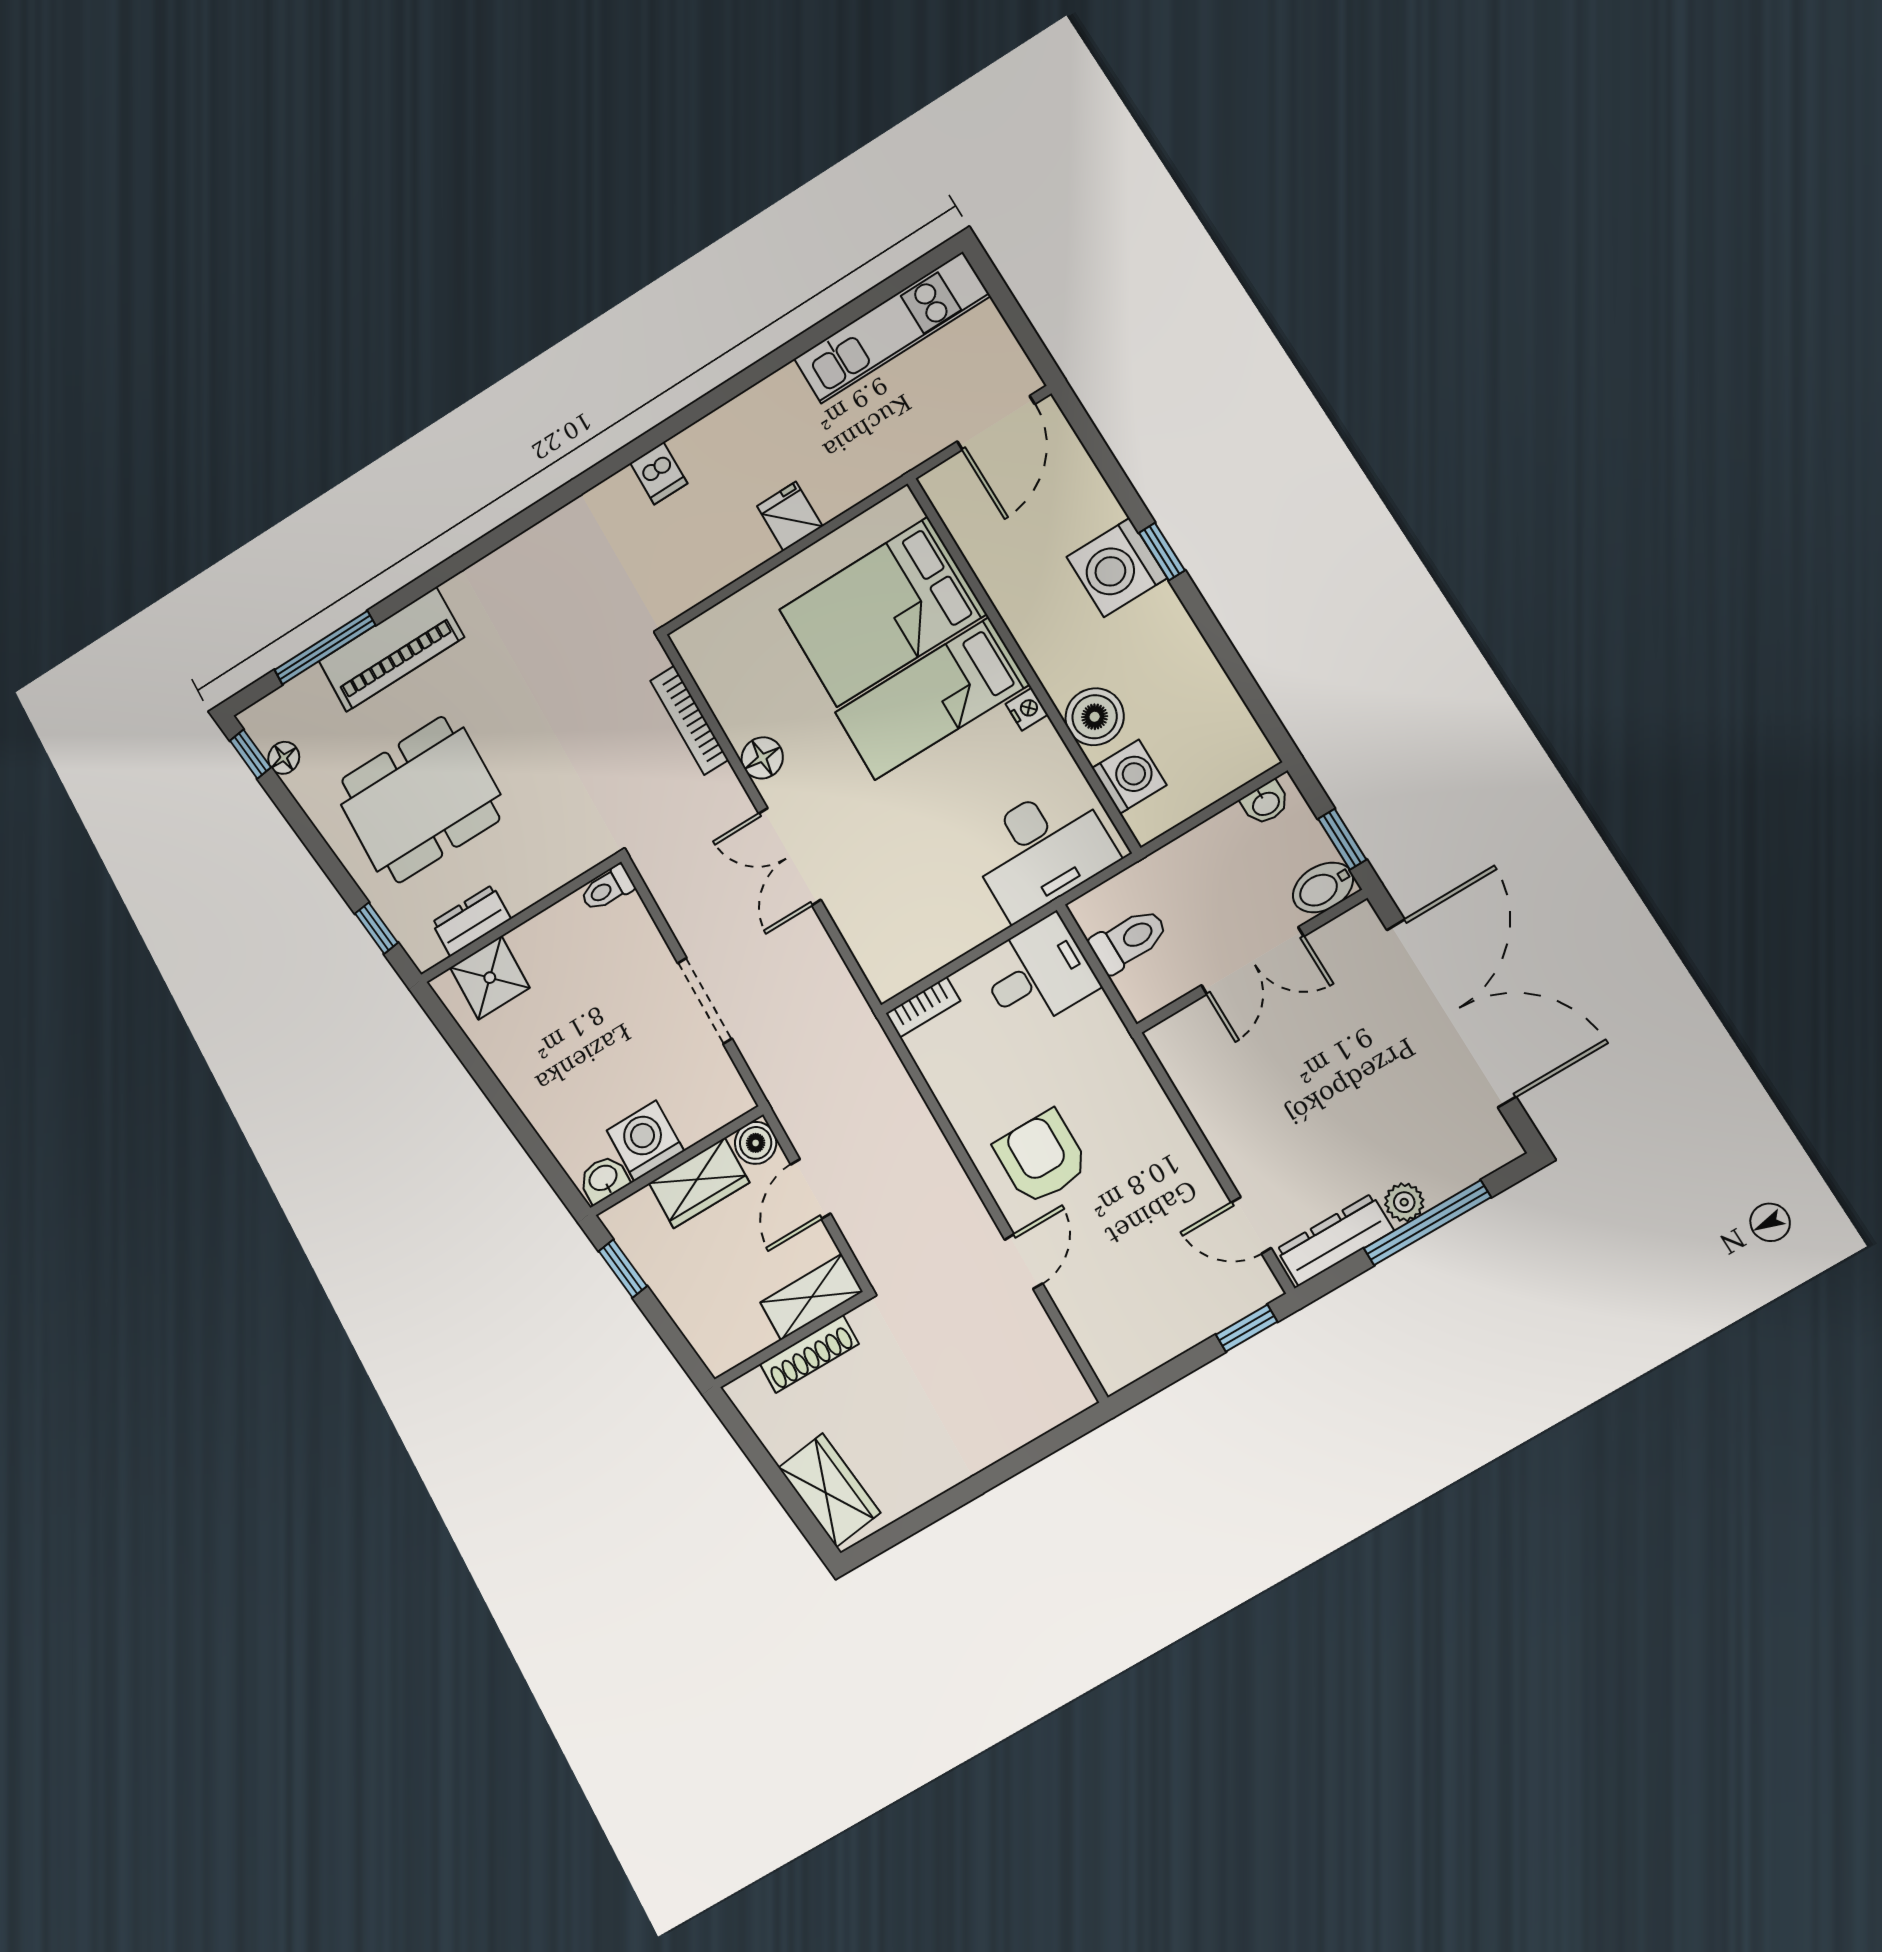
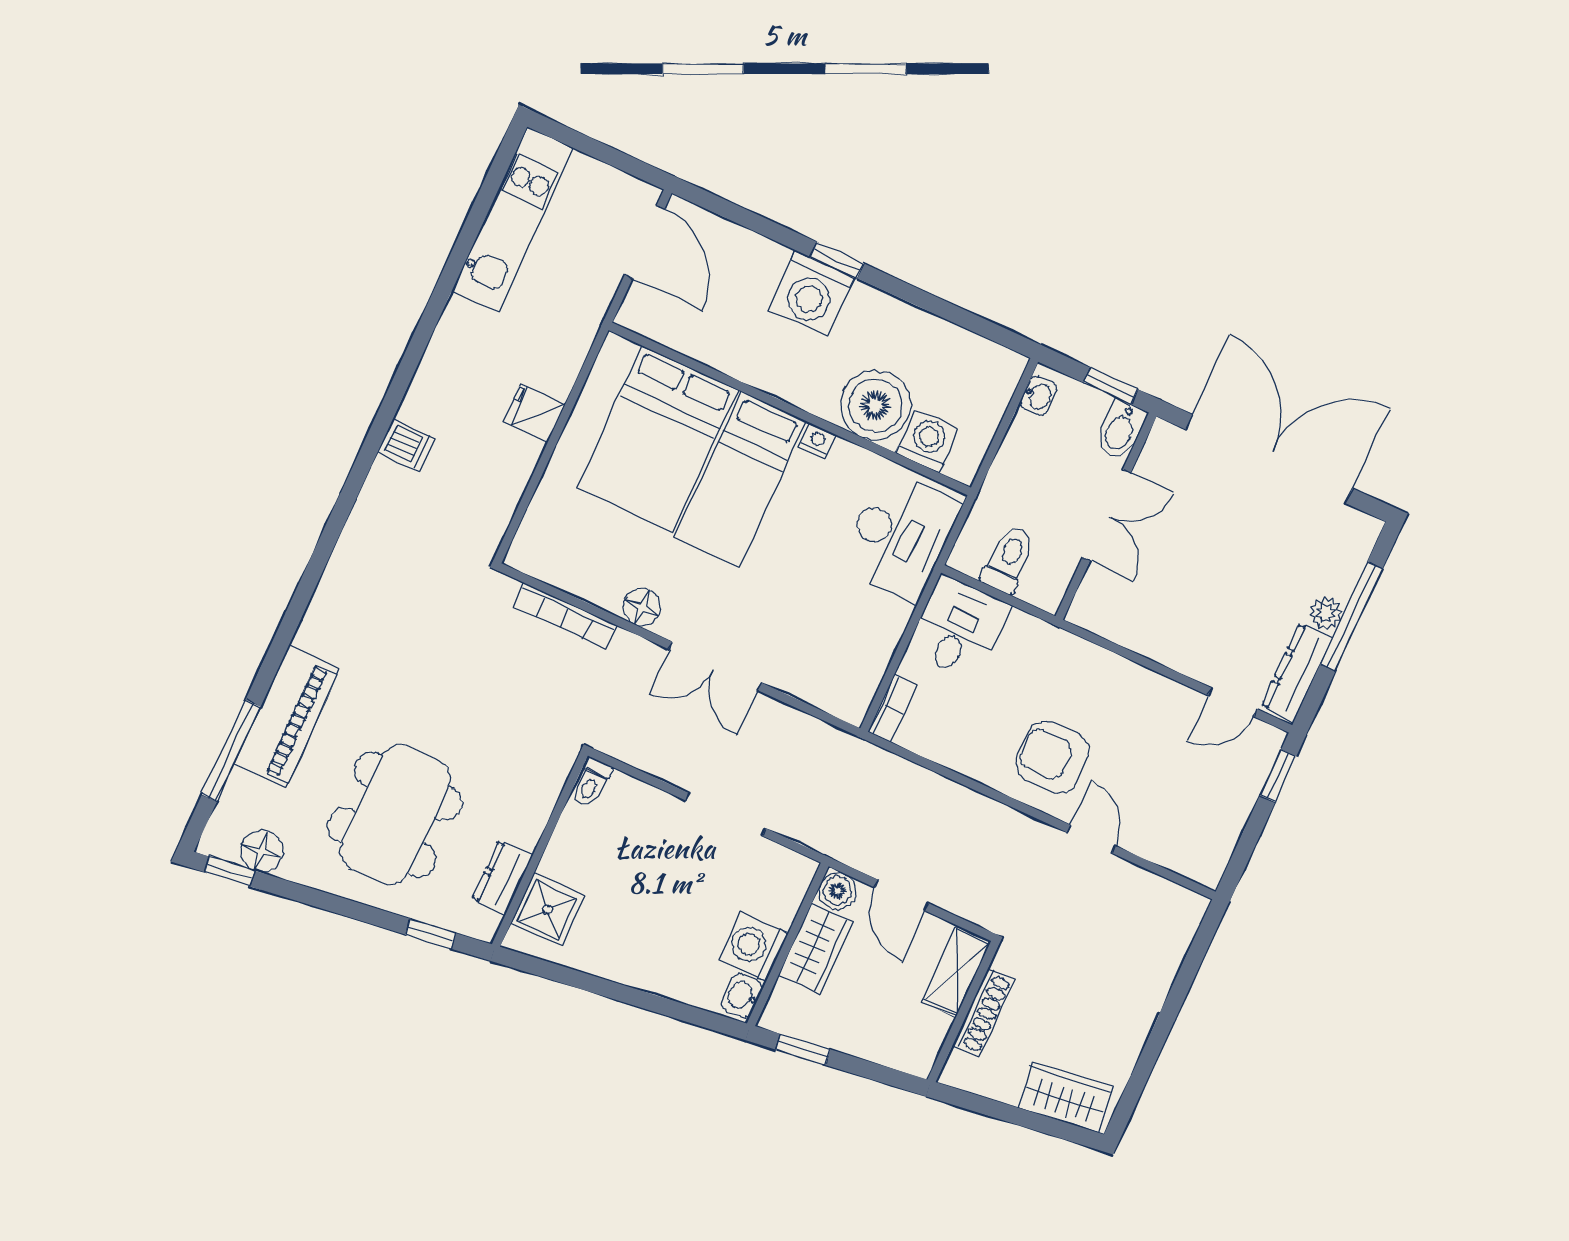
boiler: (1095, 717) -> (875, 405), width x1.37, depth x1.37
floor lamp: (284, 758) -> (261, 851), width x1.37, depth x1.37

